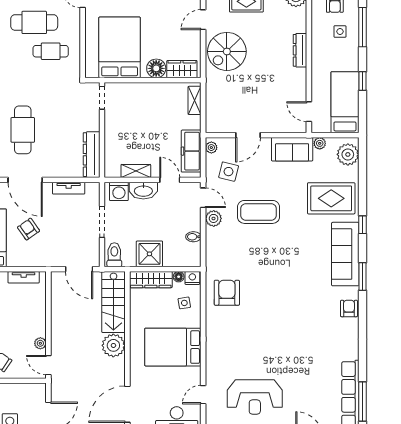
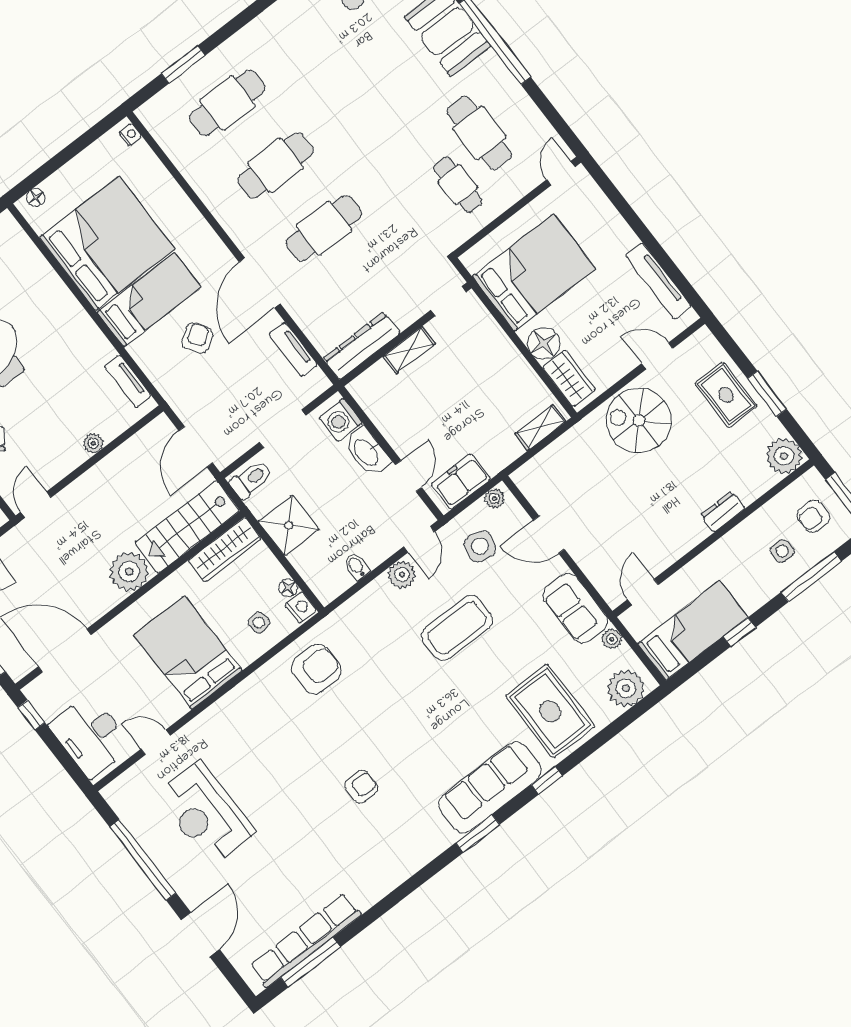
dresser: (300, 50) -> (723, 512), width x0.70
freezer: (191, 151) -> (461, 481), width x0.71
shelving: (136, 171) -> (409, 350), moved, turned 90
coffee table: (259, 212) -> (457, 628), turned 90
wardrobe: (151, 280) -> (225, 550), moved, turned -90
armchair: (349, 308) -> (361, 787), moved
plant: (40, 343) -> (93, 443), moved

